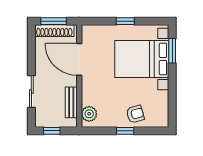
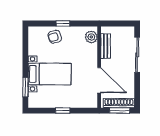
bed with nightstands: (142, 59) -> (50, 74), width x0.73
sliding door: (31, 91) -> (137, 55), width x1.37
window: (52, 131) -> (121, 23), removed

